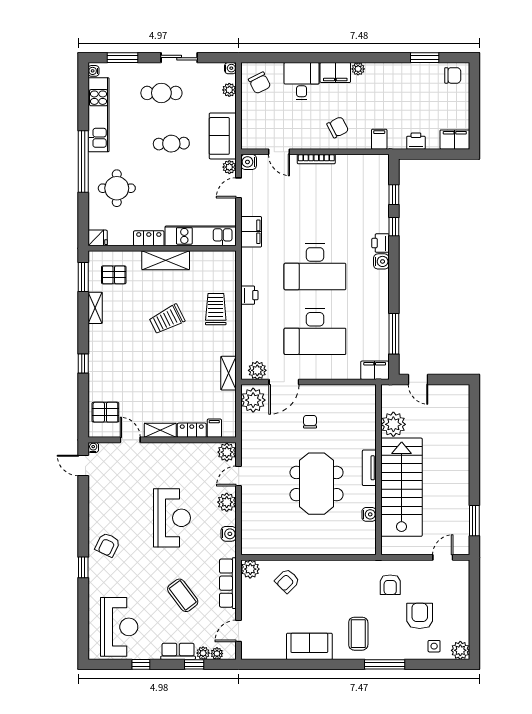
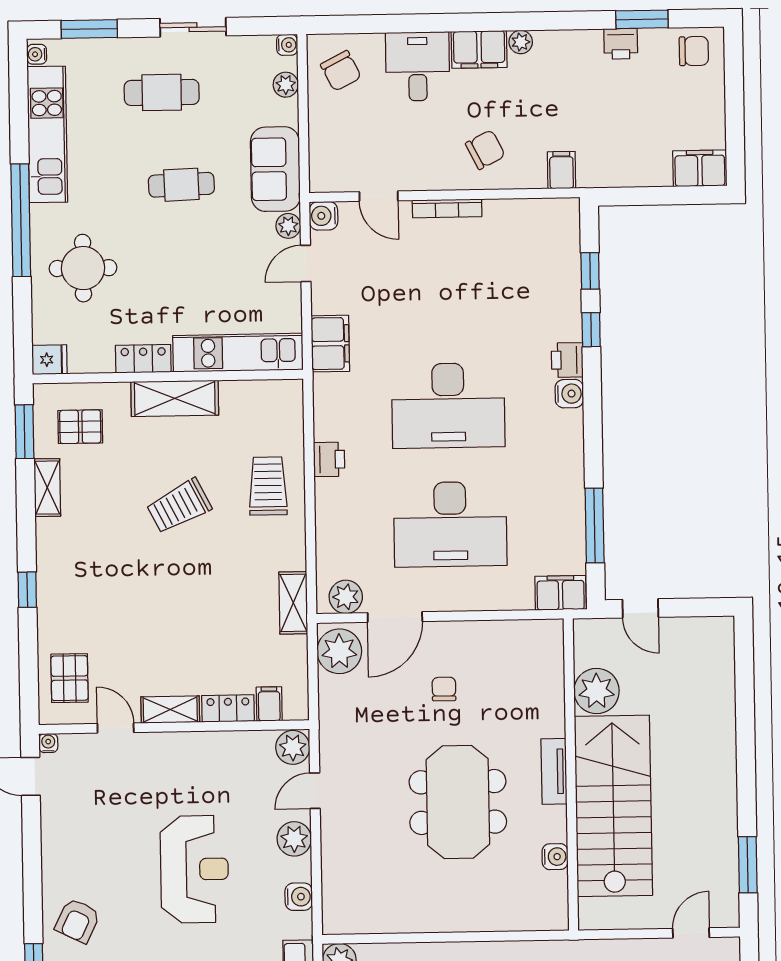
printer: (416, 141) -> (621, 44), moved, turned 180
pallet: (105, 412) -> (70, 678), turned 90

